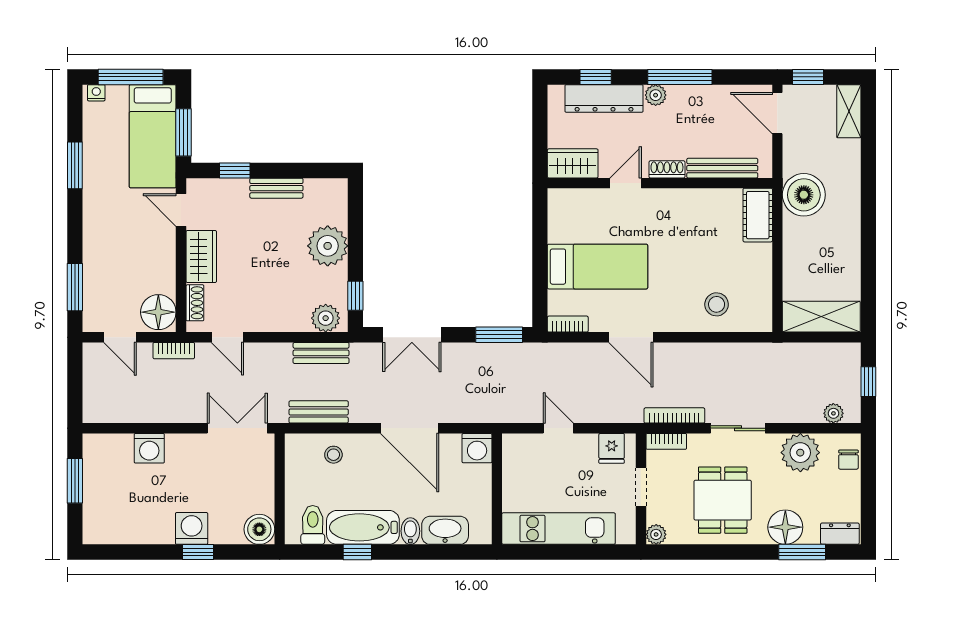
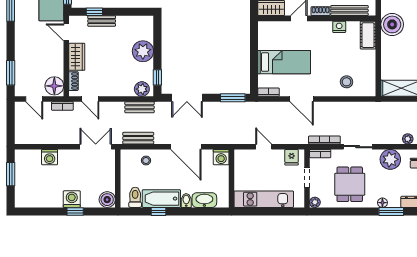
bench: (276, 188) -> (102, 21), moved
nightstand: (703, 199) -> (339, 27), added
floor lamp: (785, 527) -> (382, 203), width x0.53, depth x0.53

